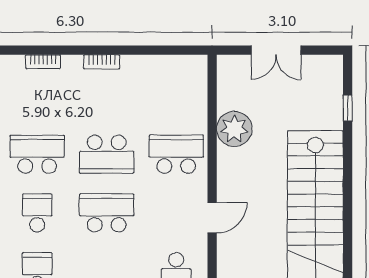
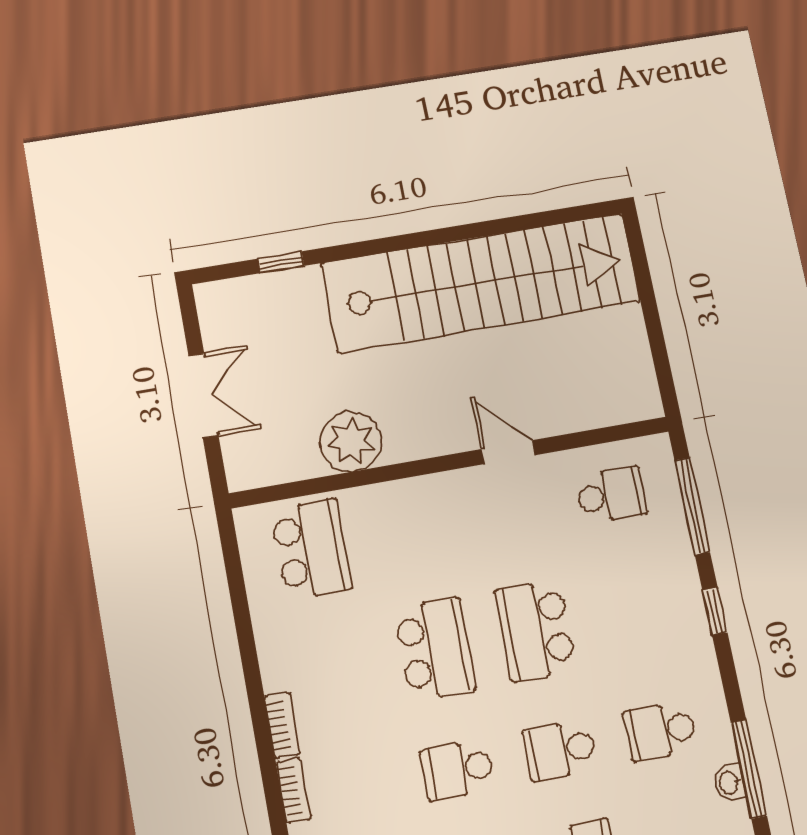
bookcase: (102, 62) -> (282, 725), moved
school desk: (37, 154) -> (458, 770), width x0.54
school desk: (176, 154) -> (311, 549), moved, turned 180

